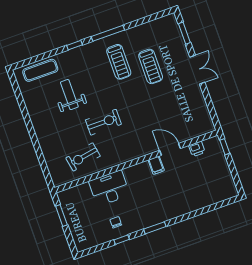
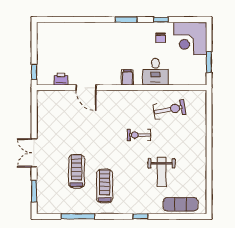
window: (108, 33) -> (78, 216), moved
exercise bike: (103, 122) -> (139, 135), width x0.73, depth x0.72
filing cabinet: (156, 165) -> (127, 77), moved
desk: (109, 188) -> (155, 72), width x0.73
corner desk: (87, 232) -> (190, 38), added

